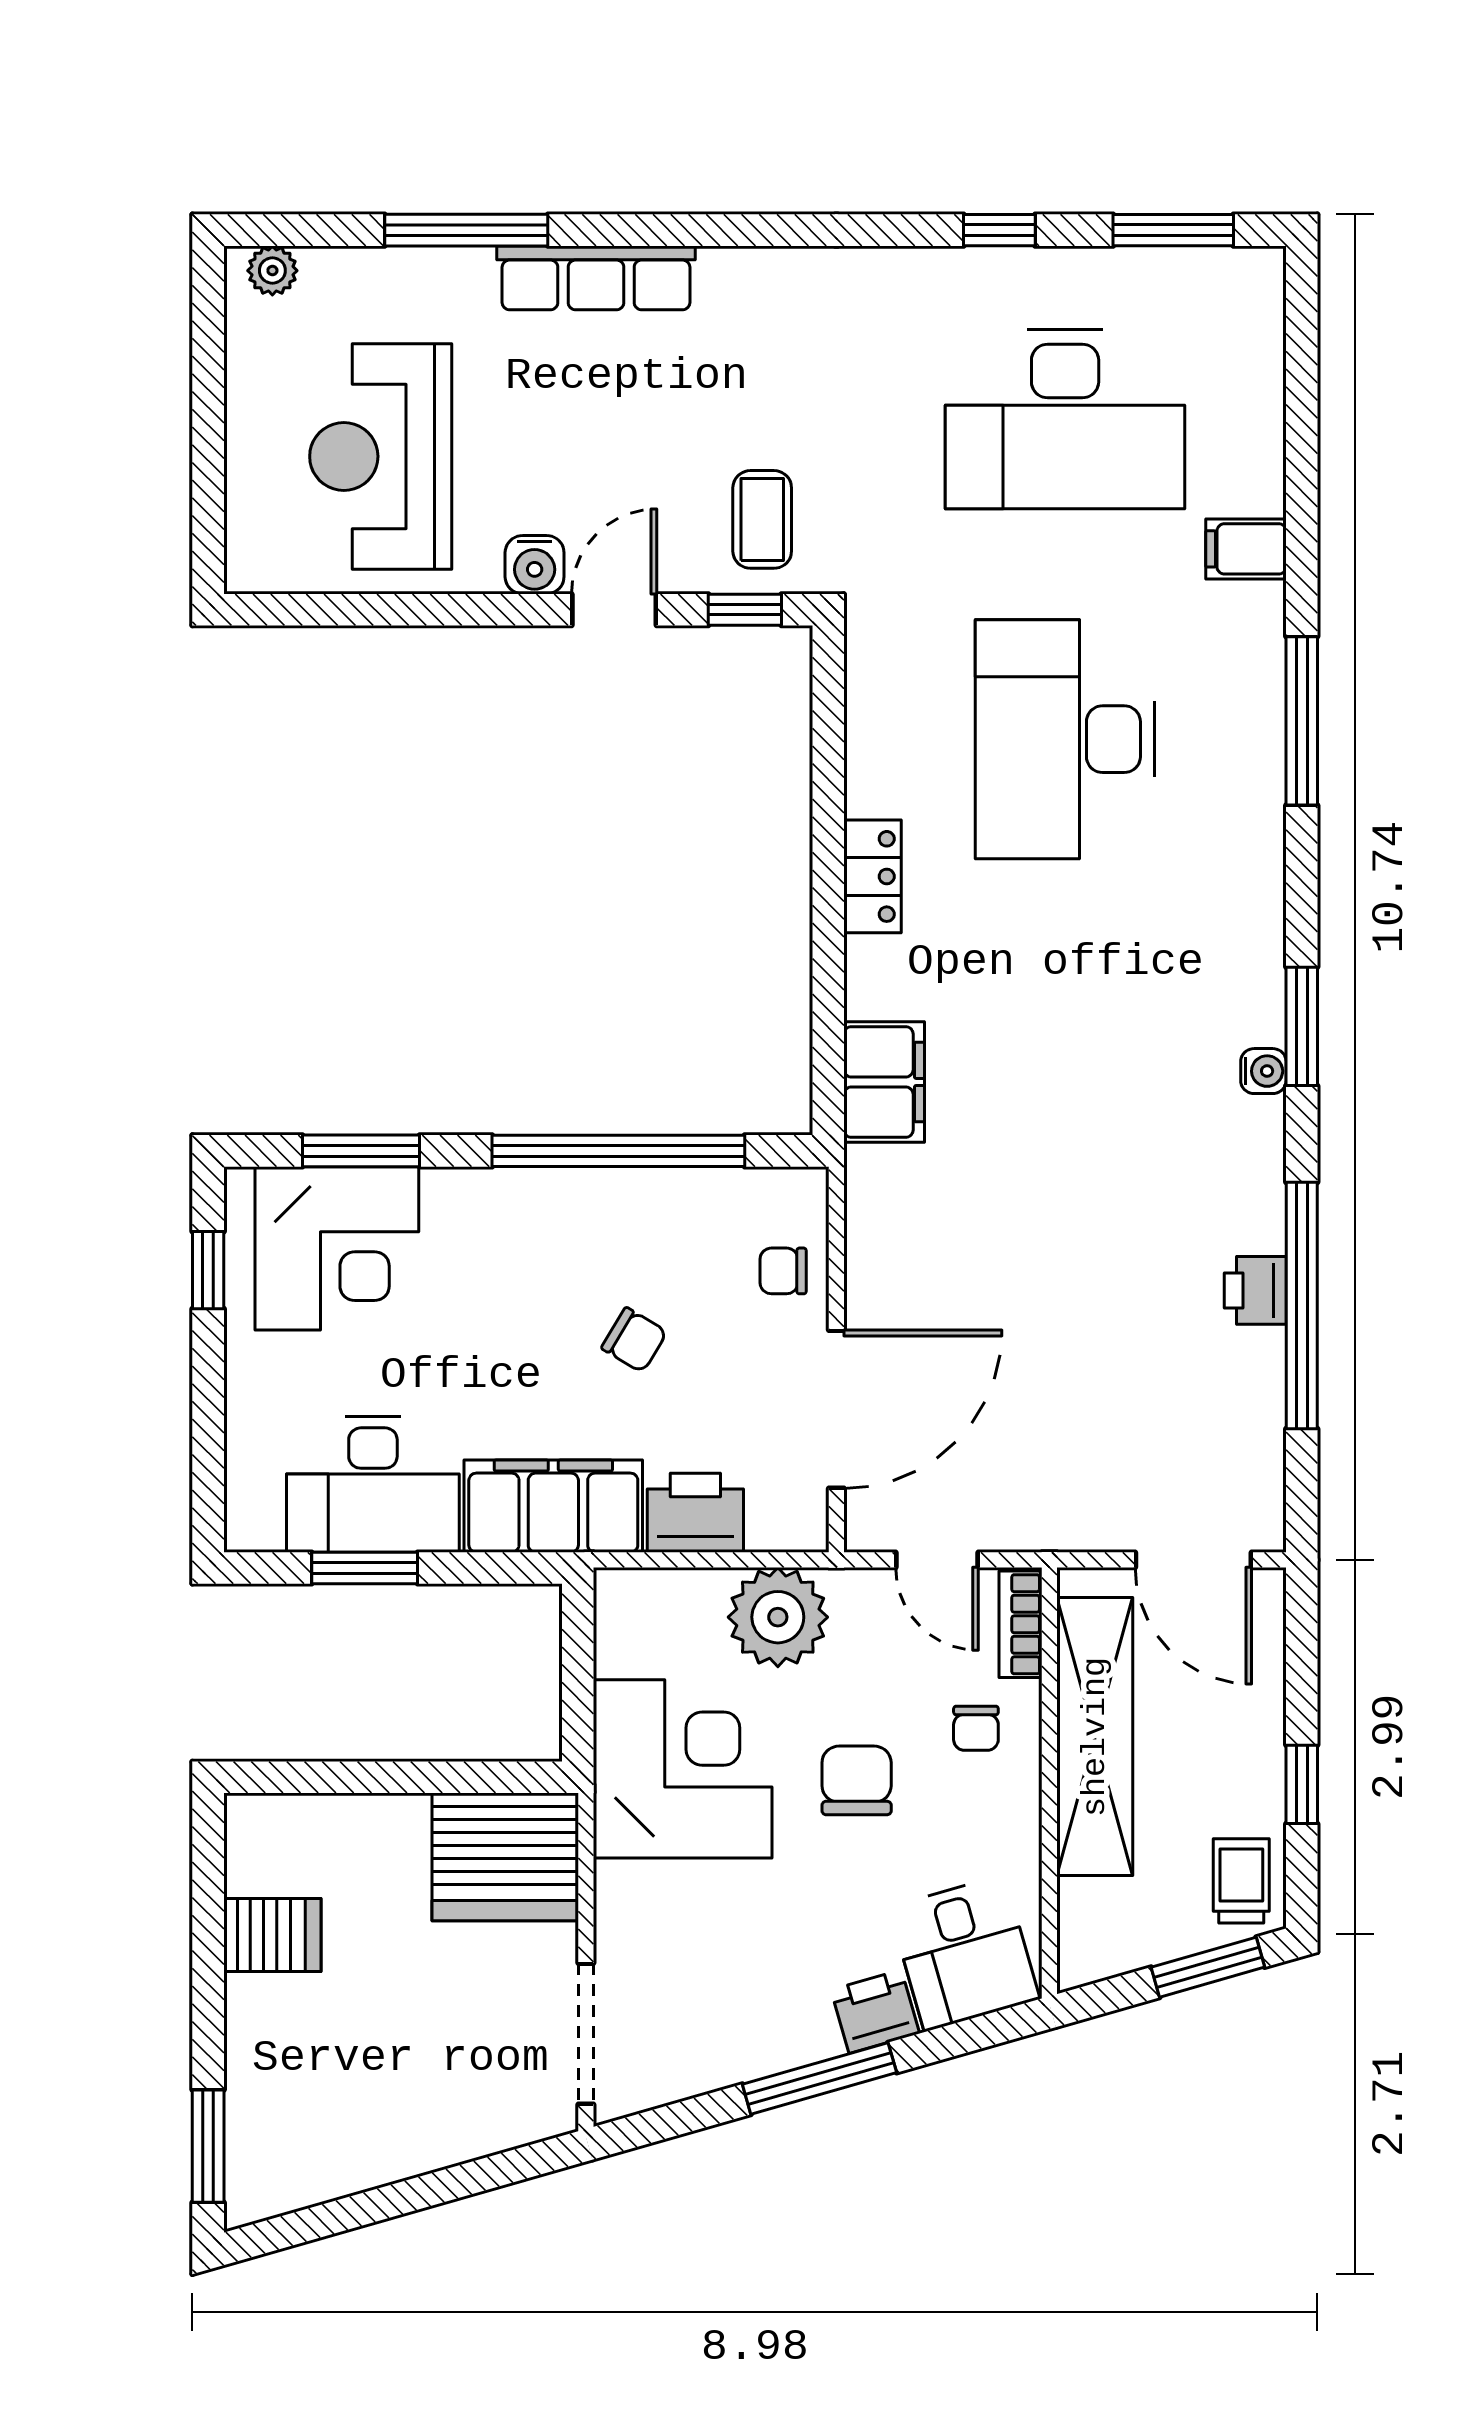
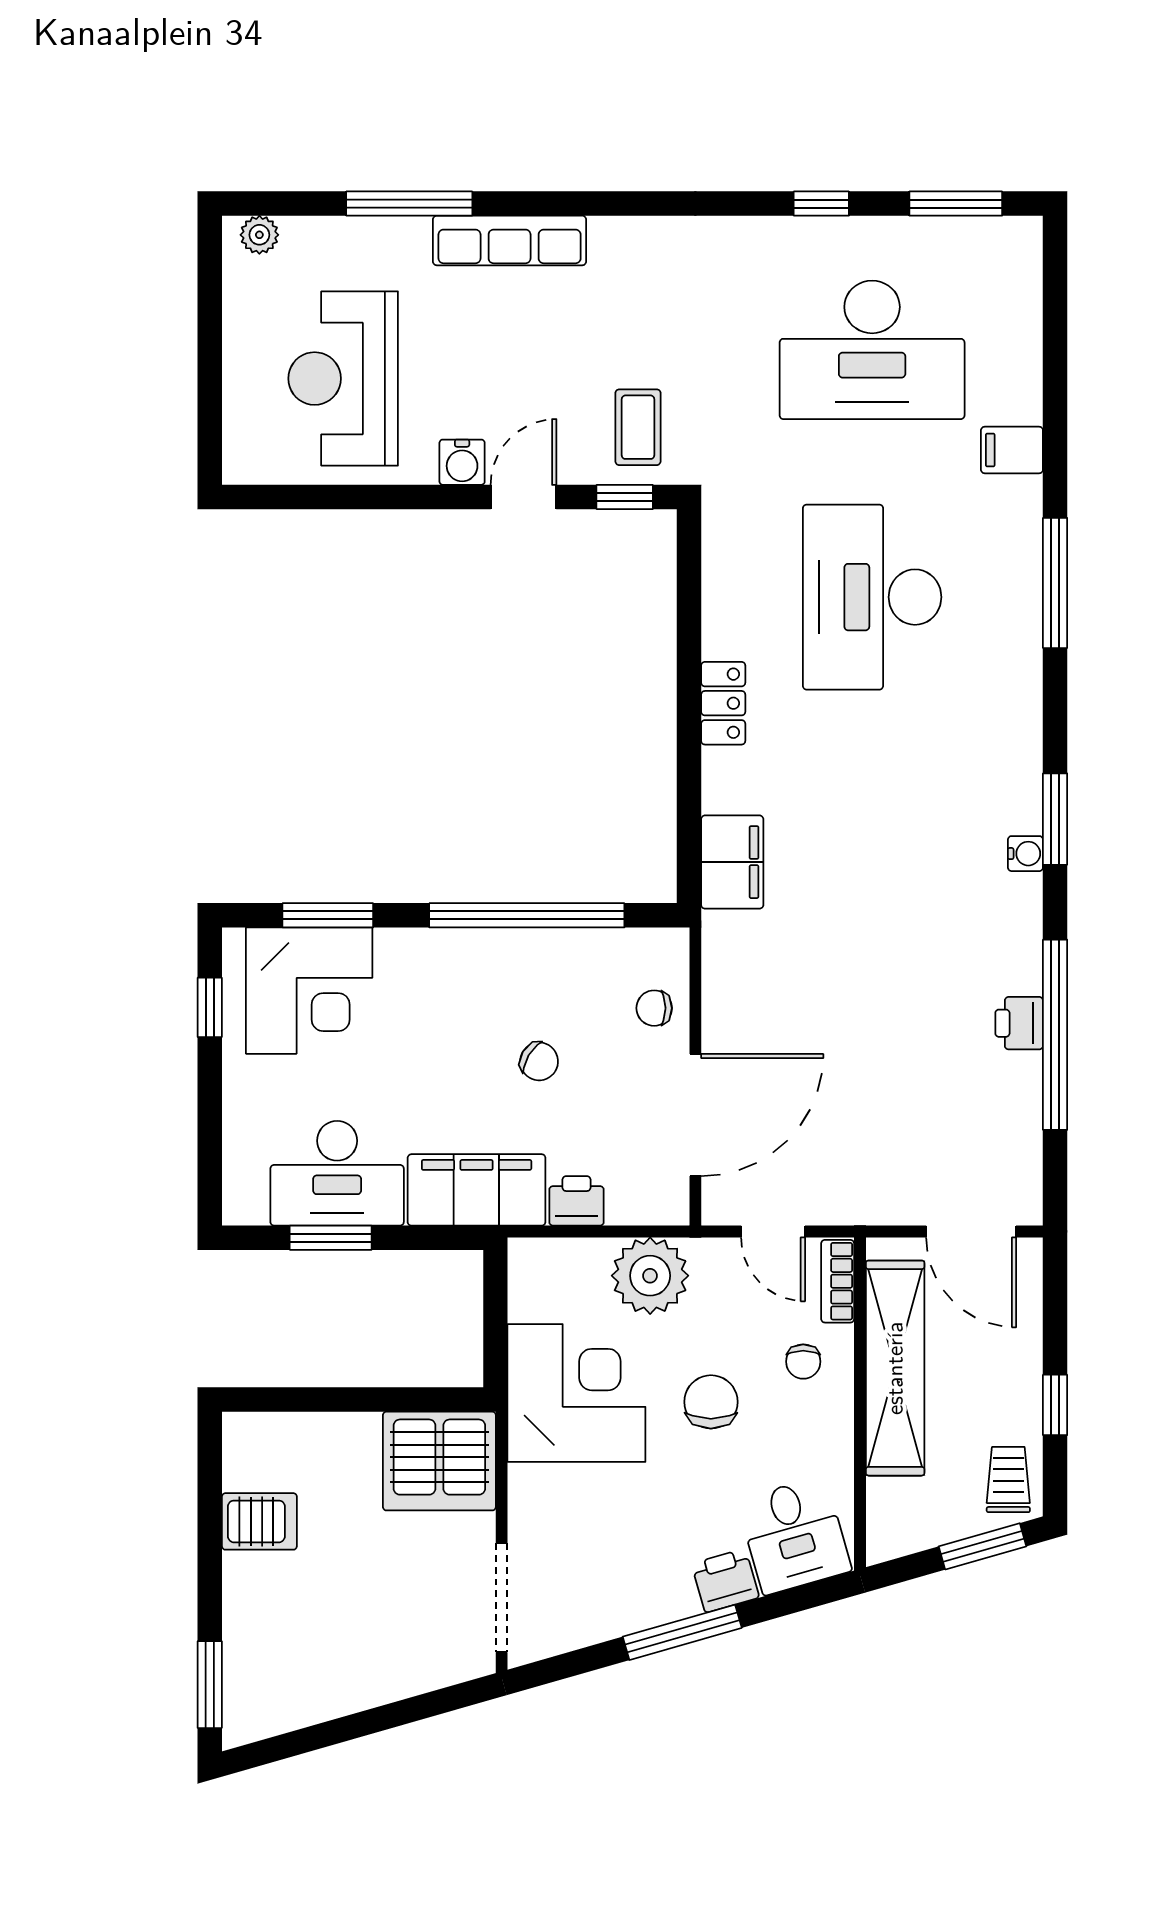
printer: (695, 1513) -> (577, 1201), width x0.73, depth x0.81

